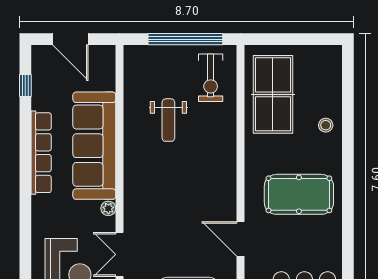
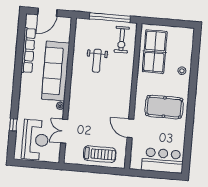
door: (70, 39) -> (47, 12), hinge flipped
window: (25, 86) -> (13, 125), moved
row of seats: (41, 153) -> (28, 50), moved

